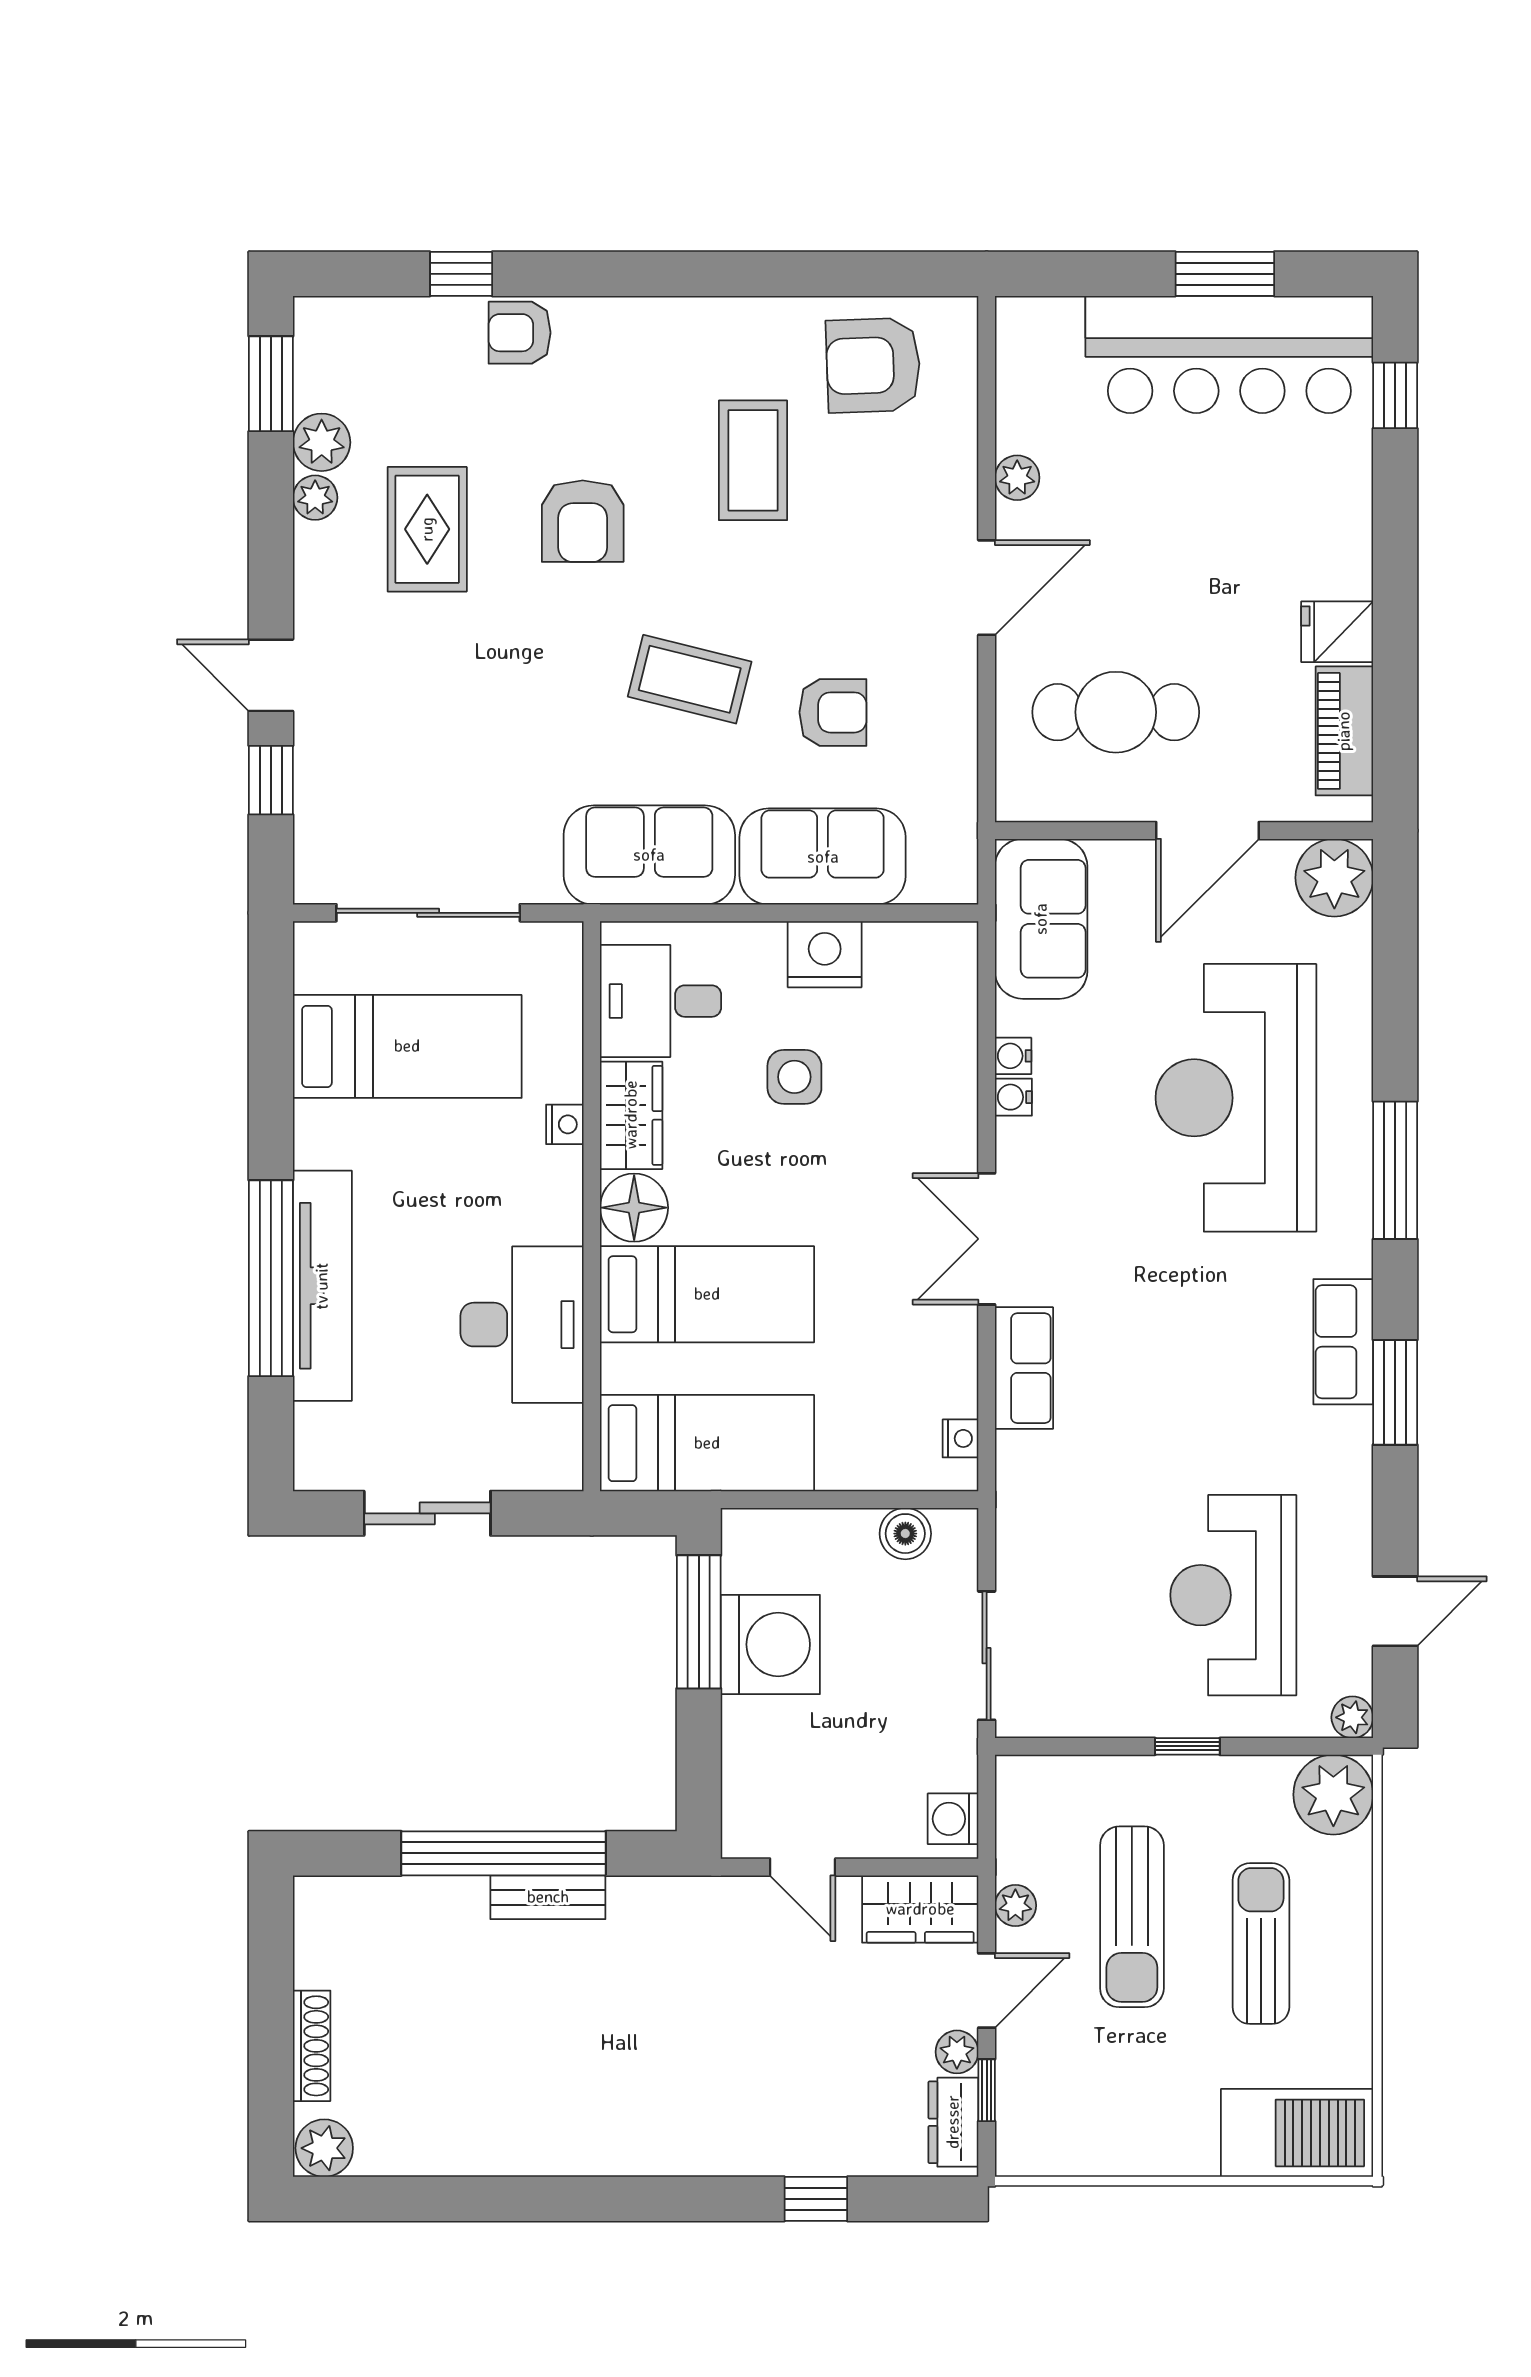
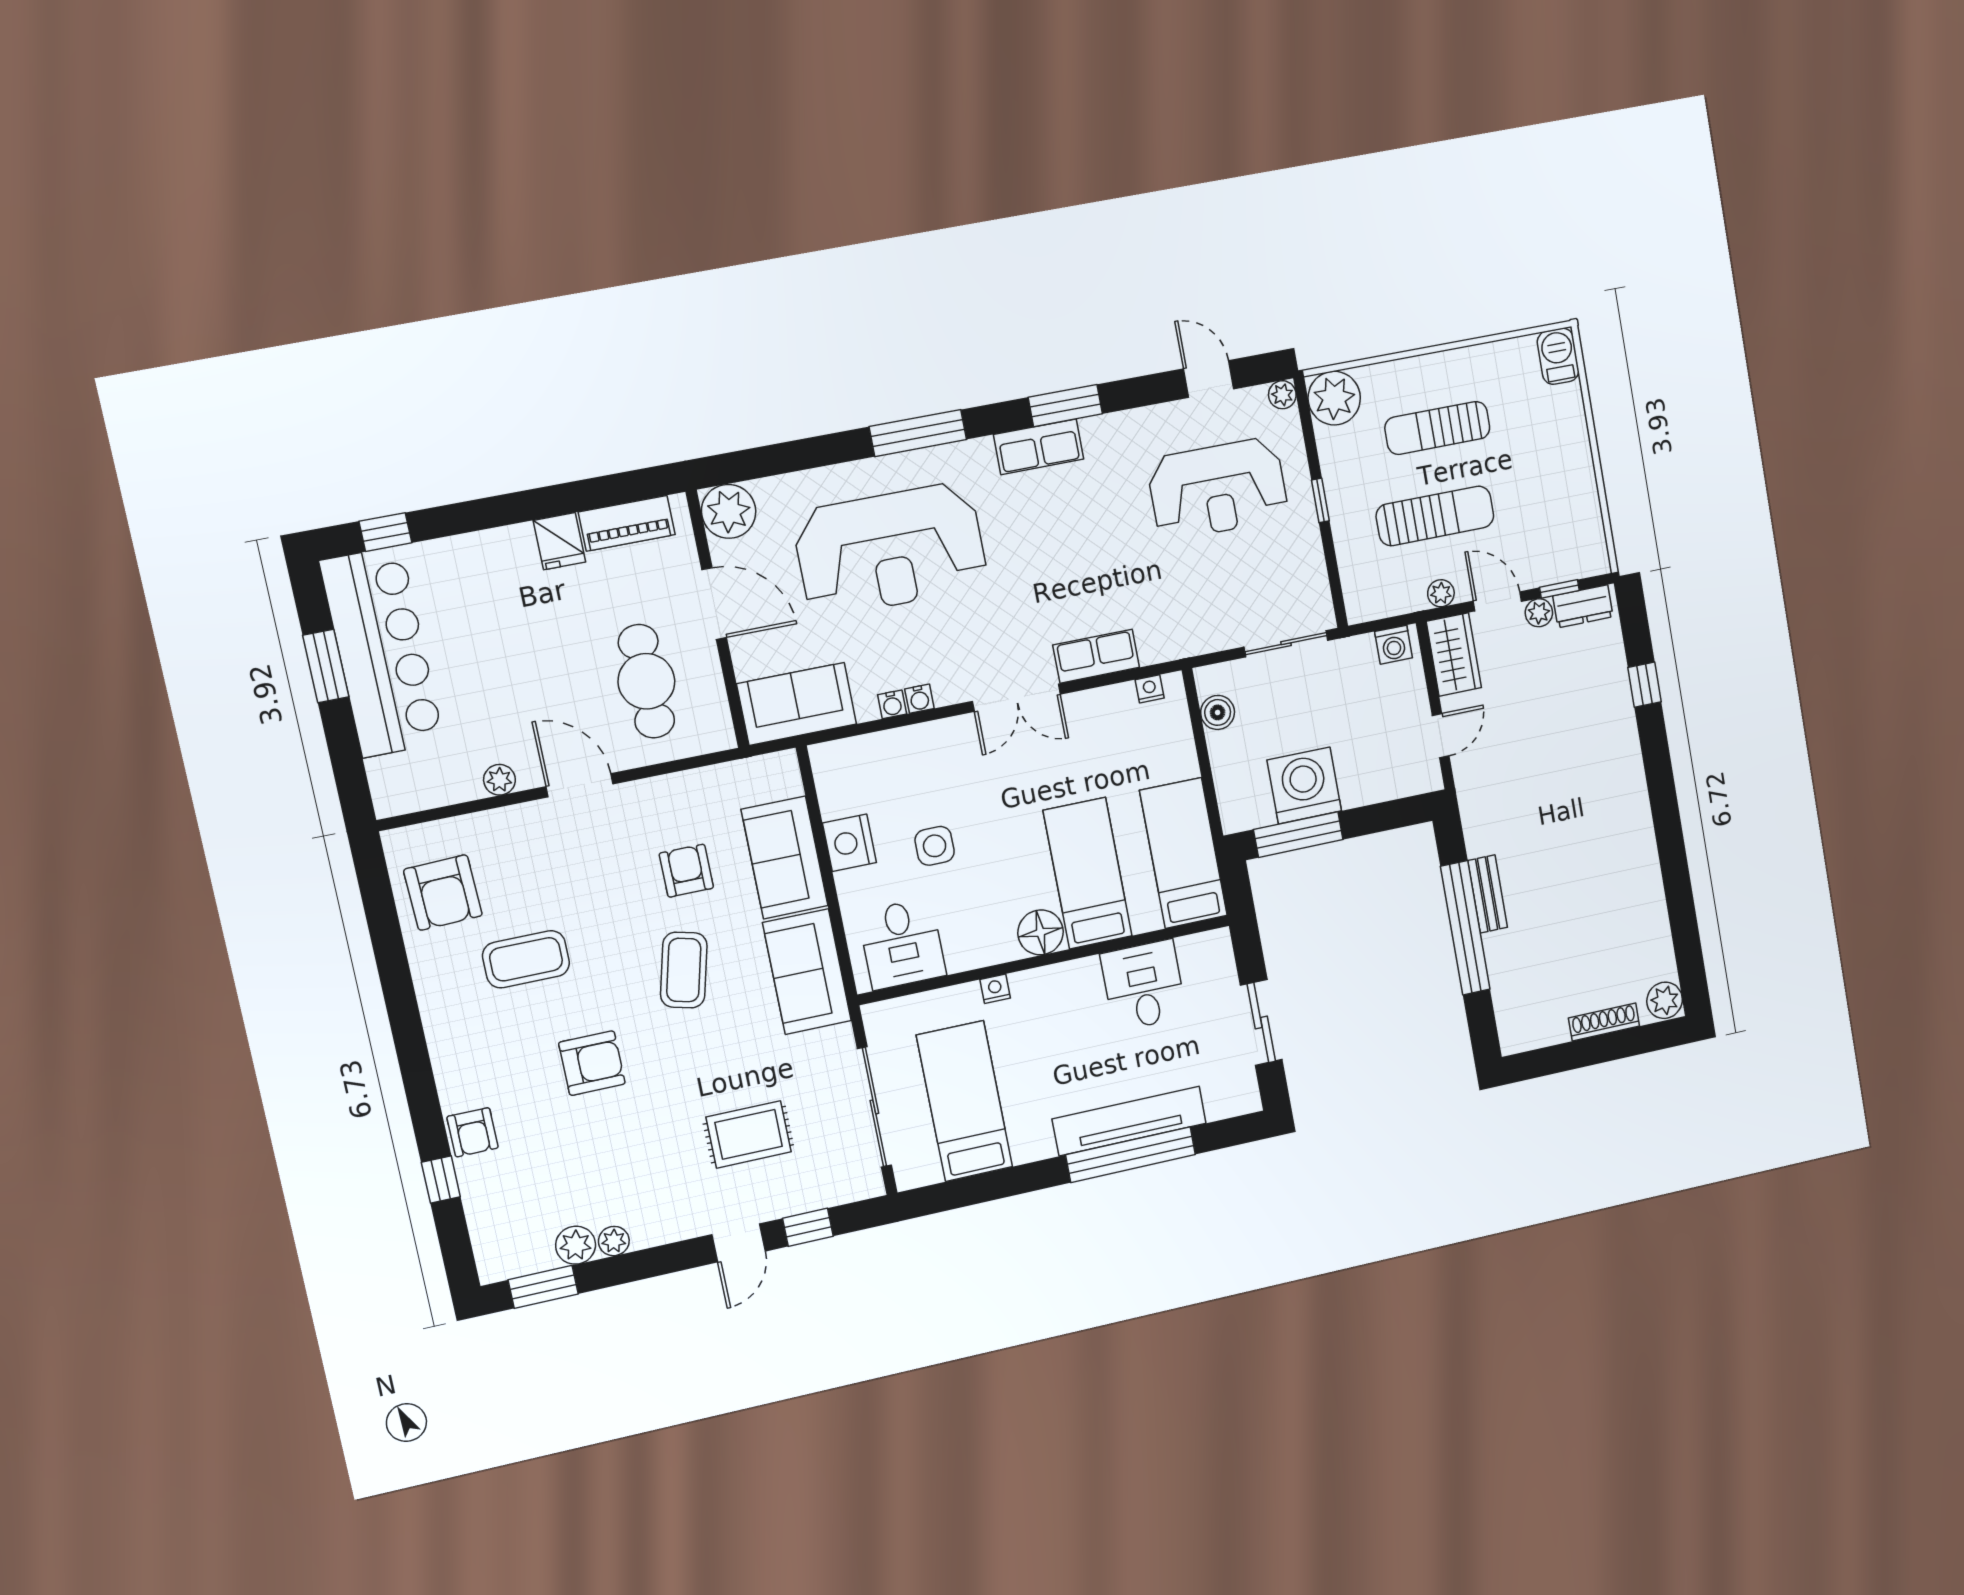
rug: (427, 529) -> (749, 1134), moved
wardrobe: (631, 1115) -> (981, 947), removed
desk: (522, 1325) -> (1143, 985), width x0.73
barbecue: (1297, 2133) -> (1558, 356), width x0.53, depth x0.65

